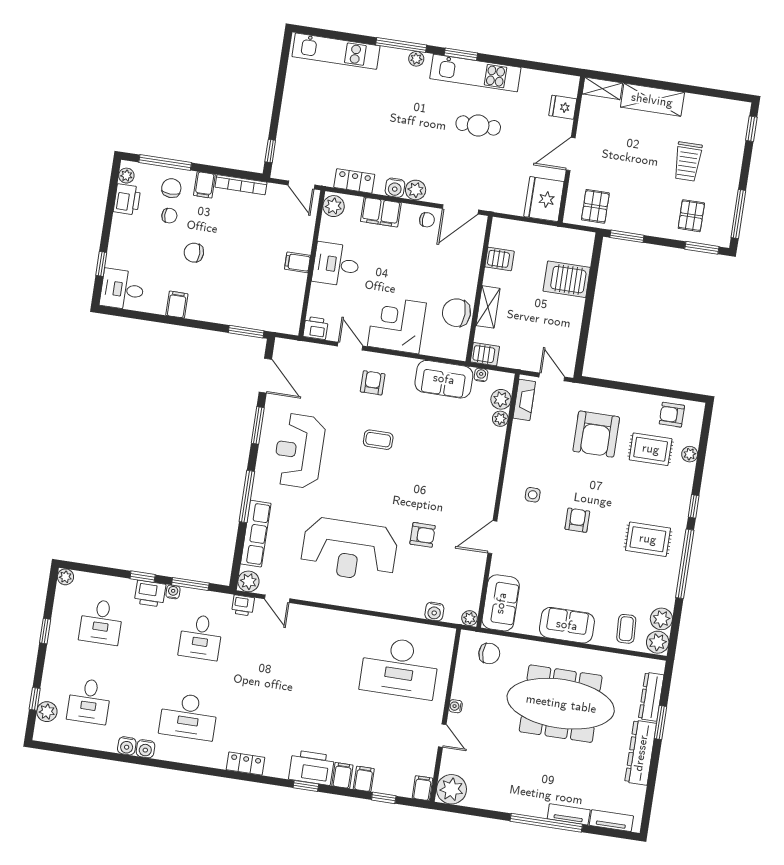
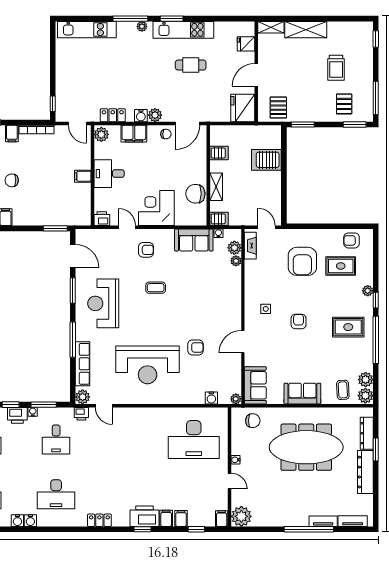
armchair: (373, 383) -> (146, 250), turned 90
plant: (690, 454) -> (368, 291), moved

